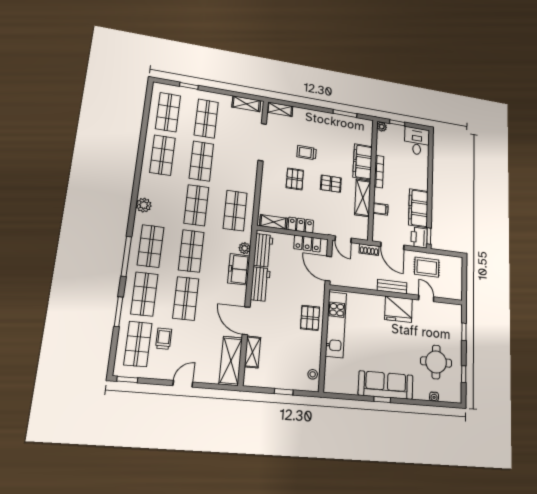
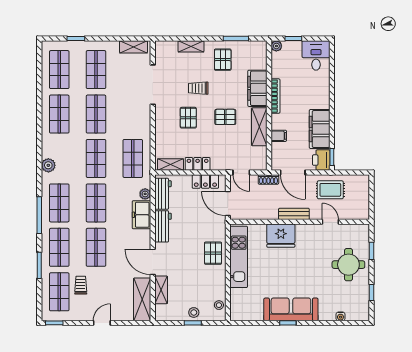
shelving: (280, 109) -> (191, 46), moved
pallet: (332, 130) -> (223, 60), added
fridge: (399, 309) -> (281, 236), moved
round table: (436, 362) -> (348, 265), moved
stool: (286, 380) -> (194, 312), added

